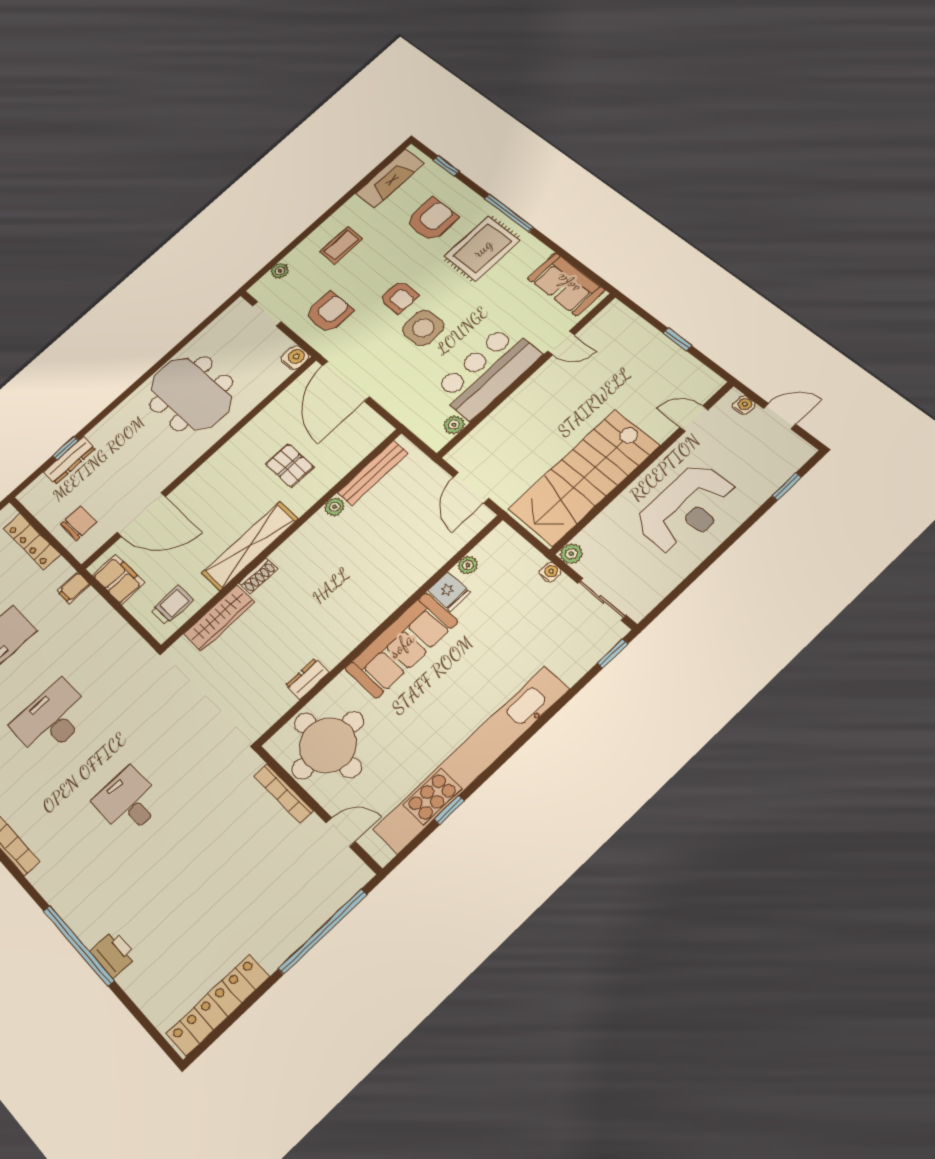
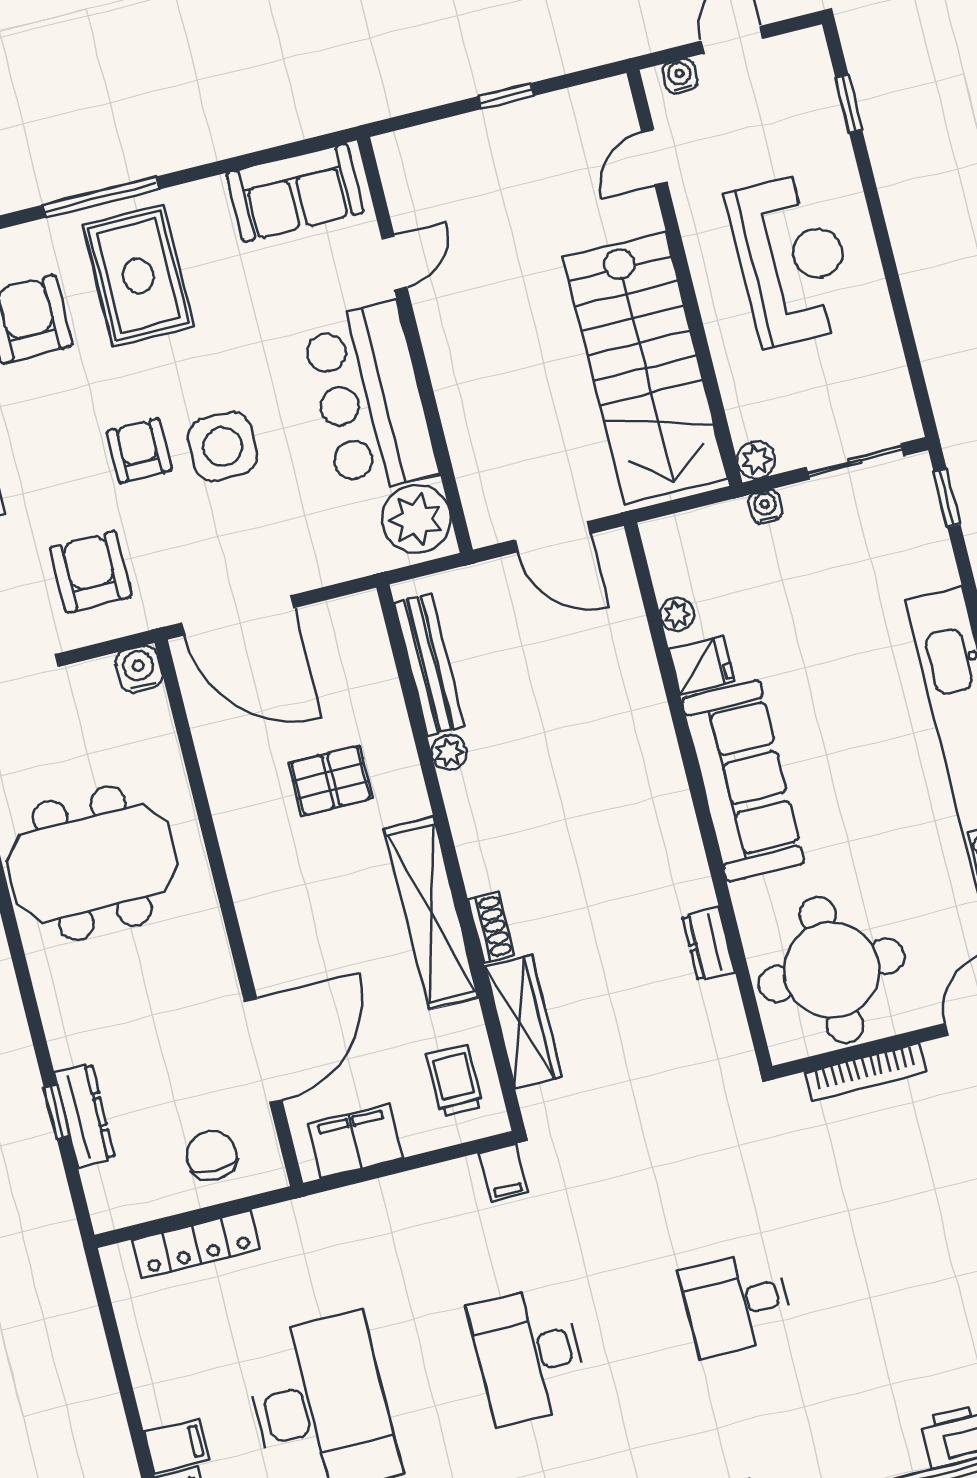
armchair: (399, 297) -> (139, 451), turned -90
plant: (454, 425) -> (416, 519), width x1.87, depth x1.87
filing cabinet: (74, 588) -> (504, 1173), moved

